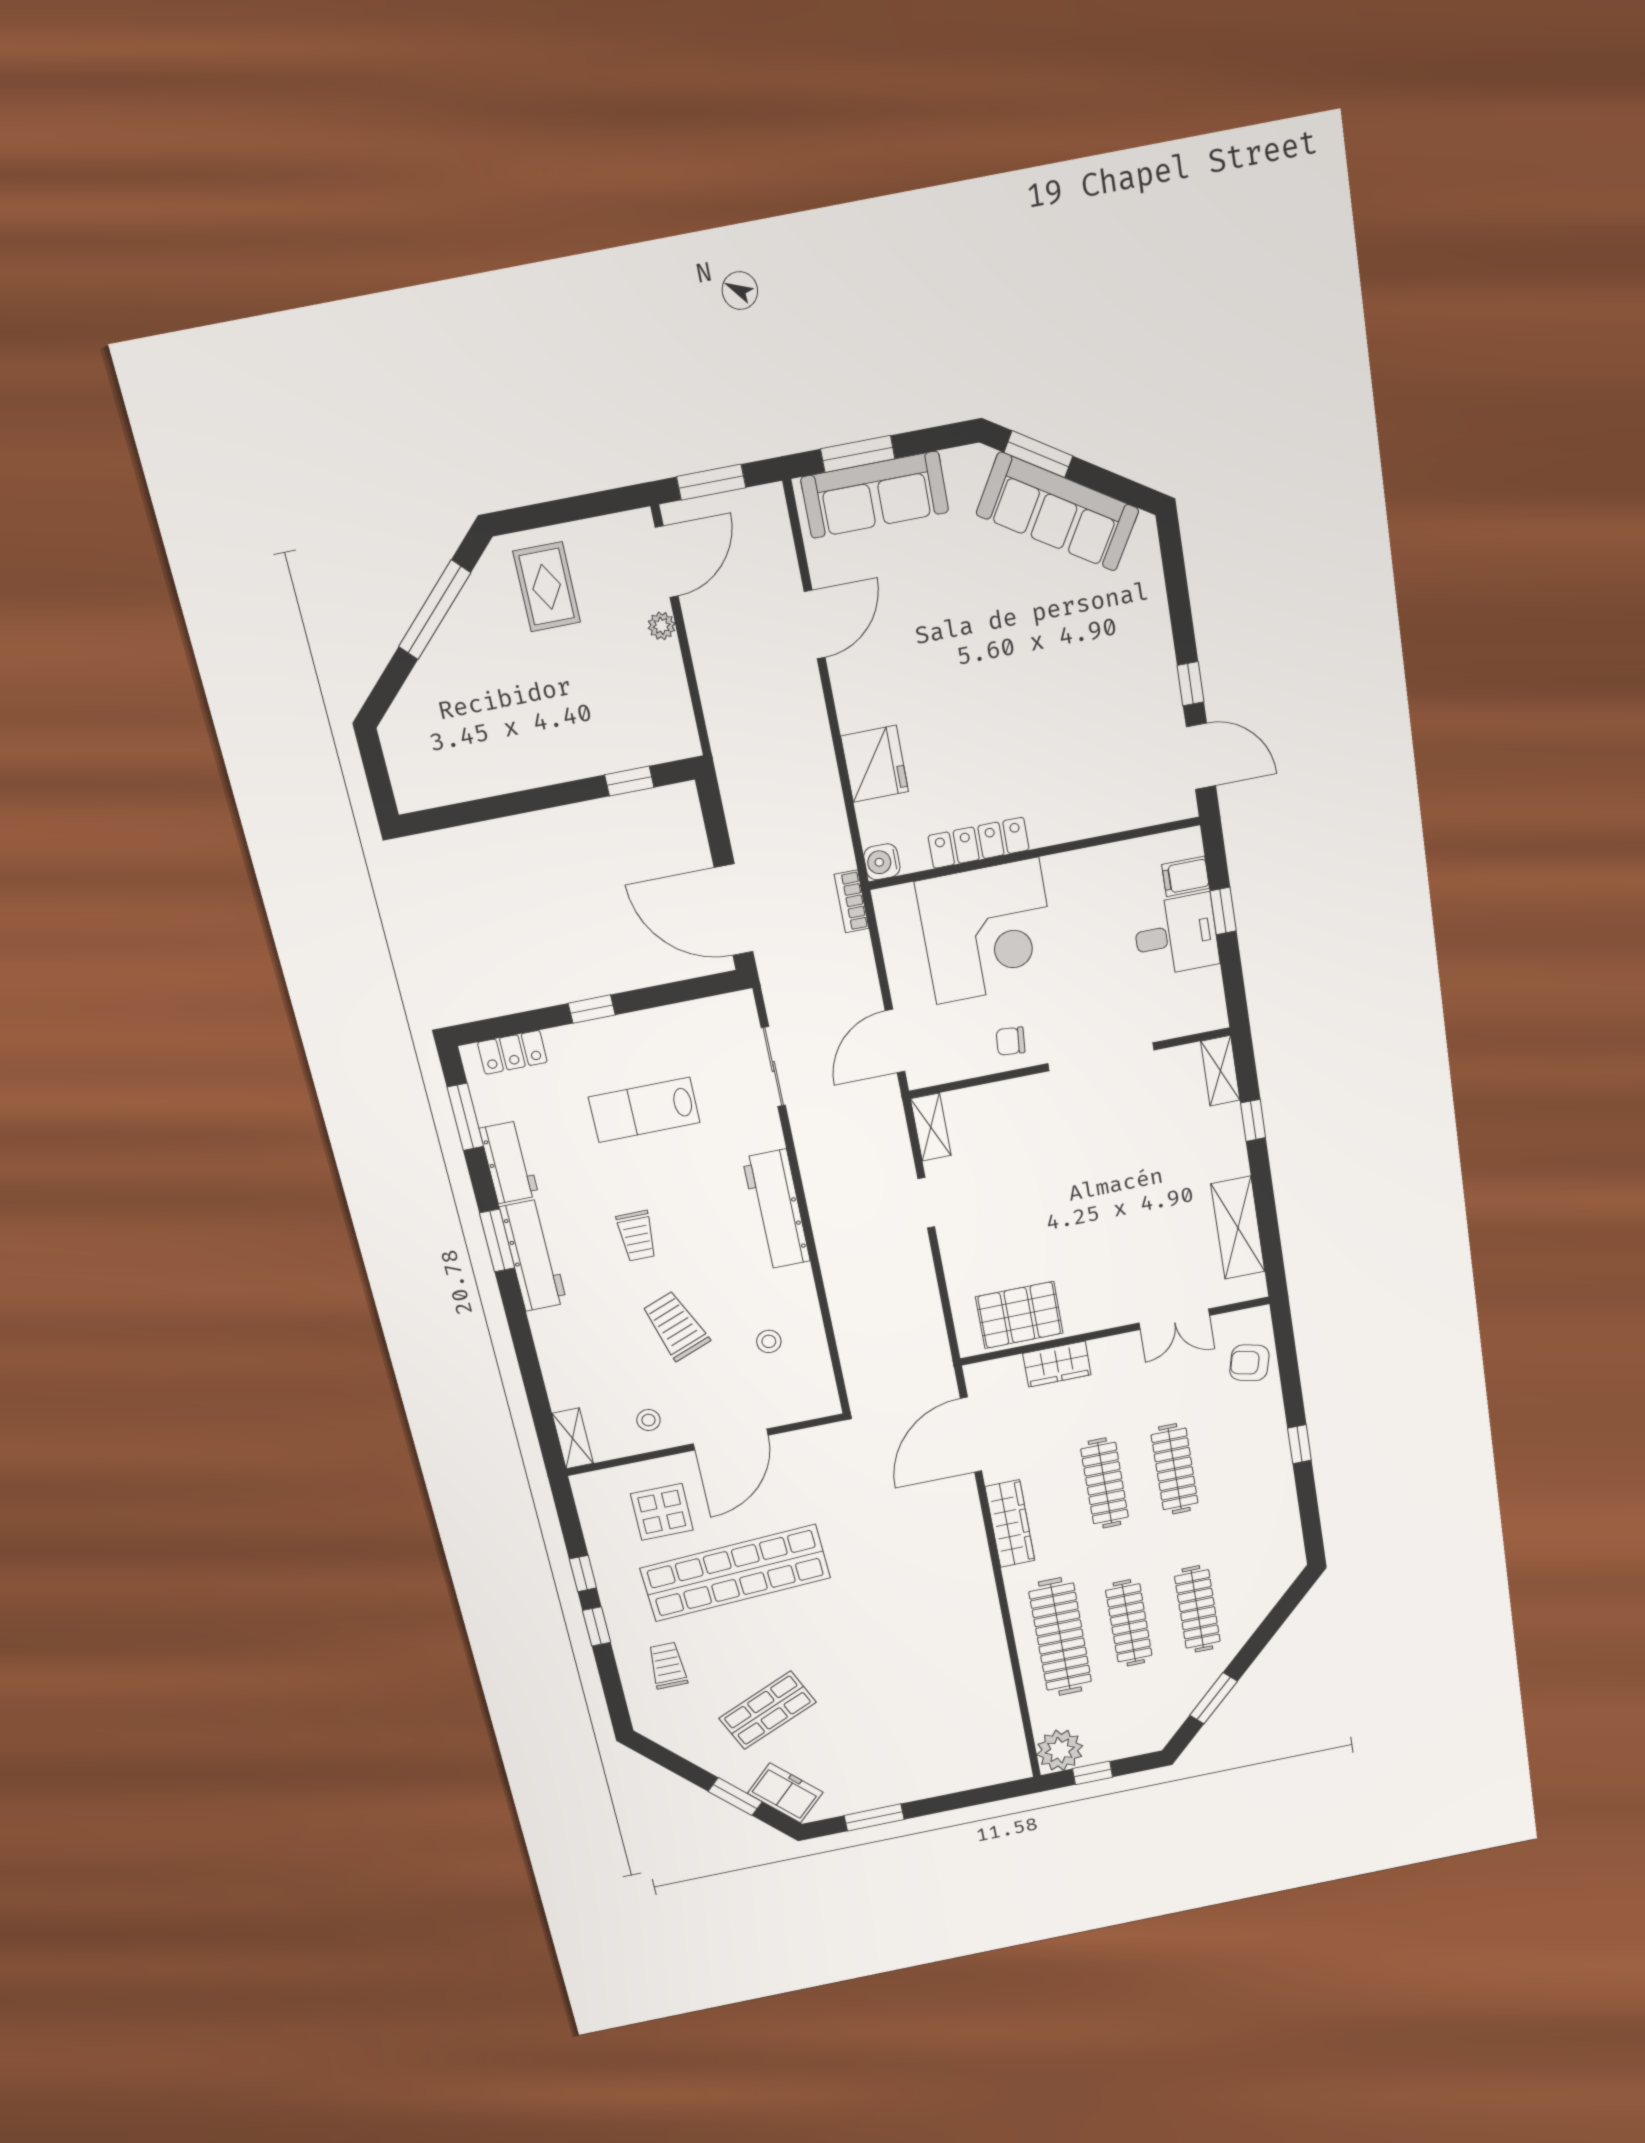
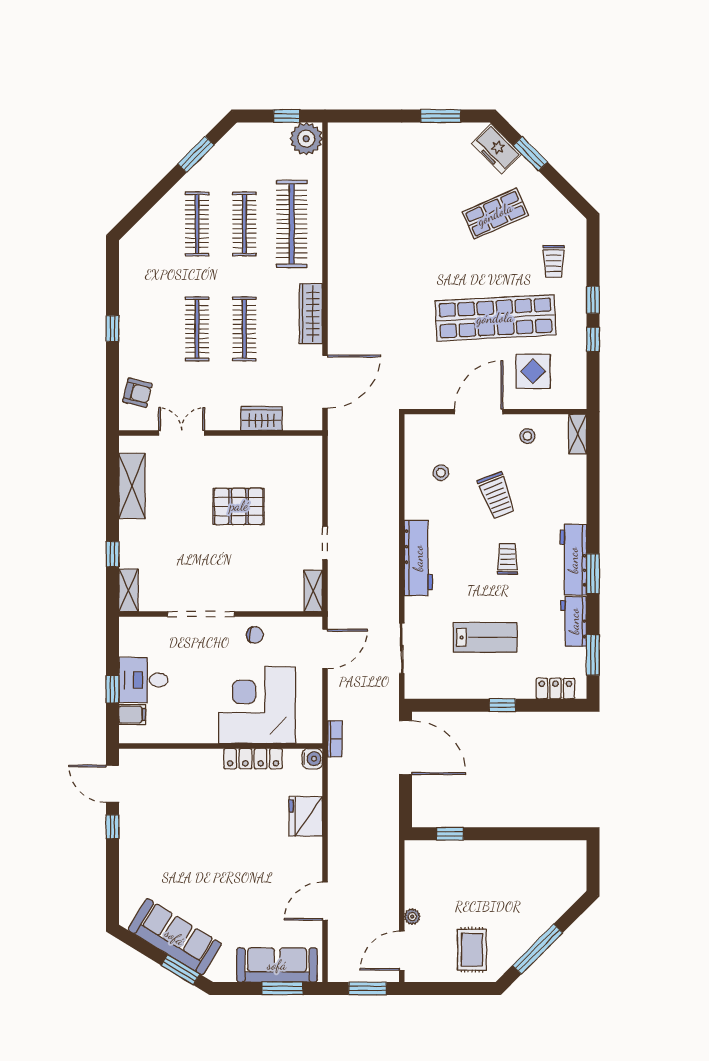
pallet: (1019, 1315) -> (239, 506), moved

